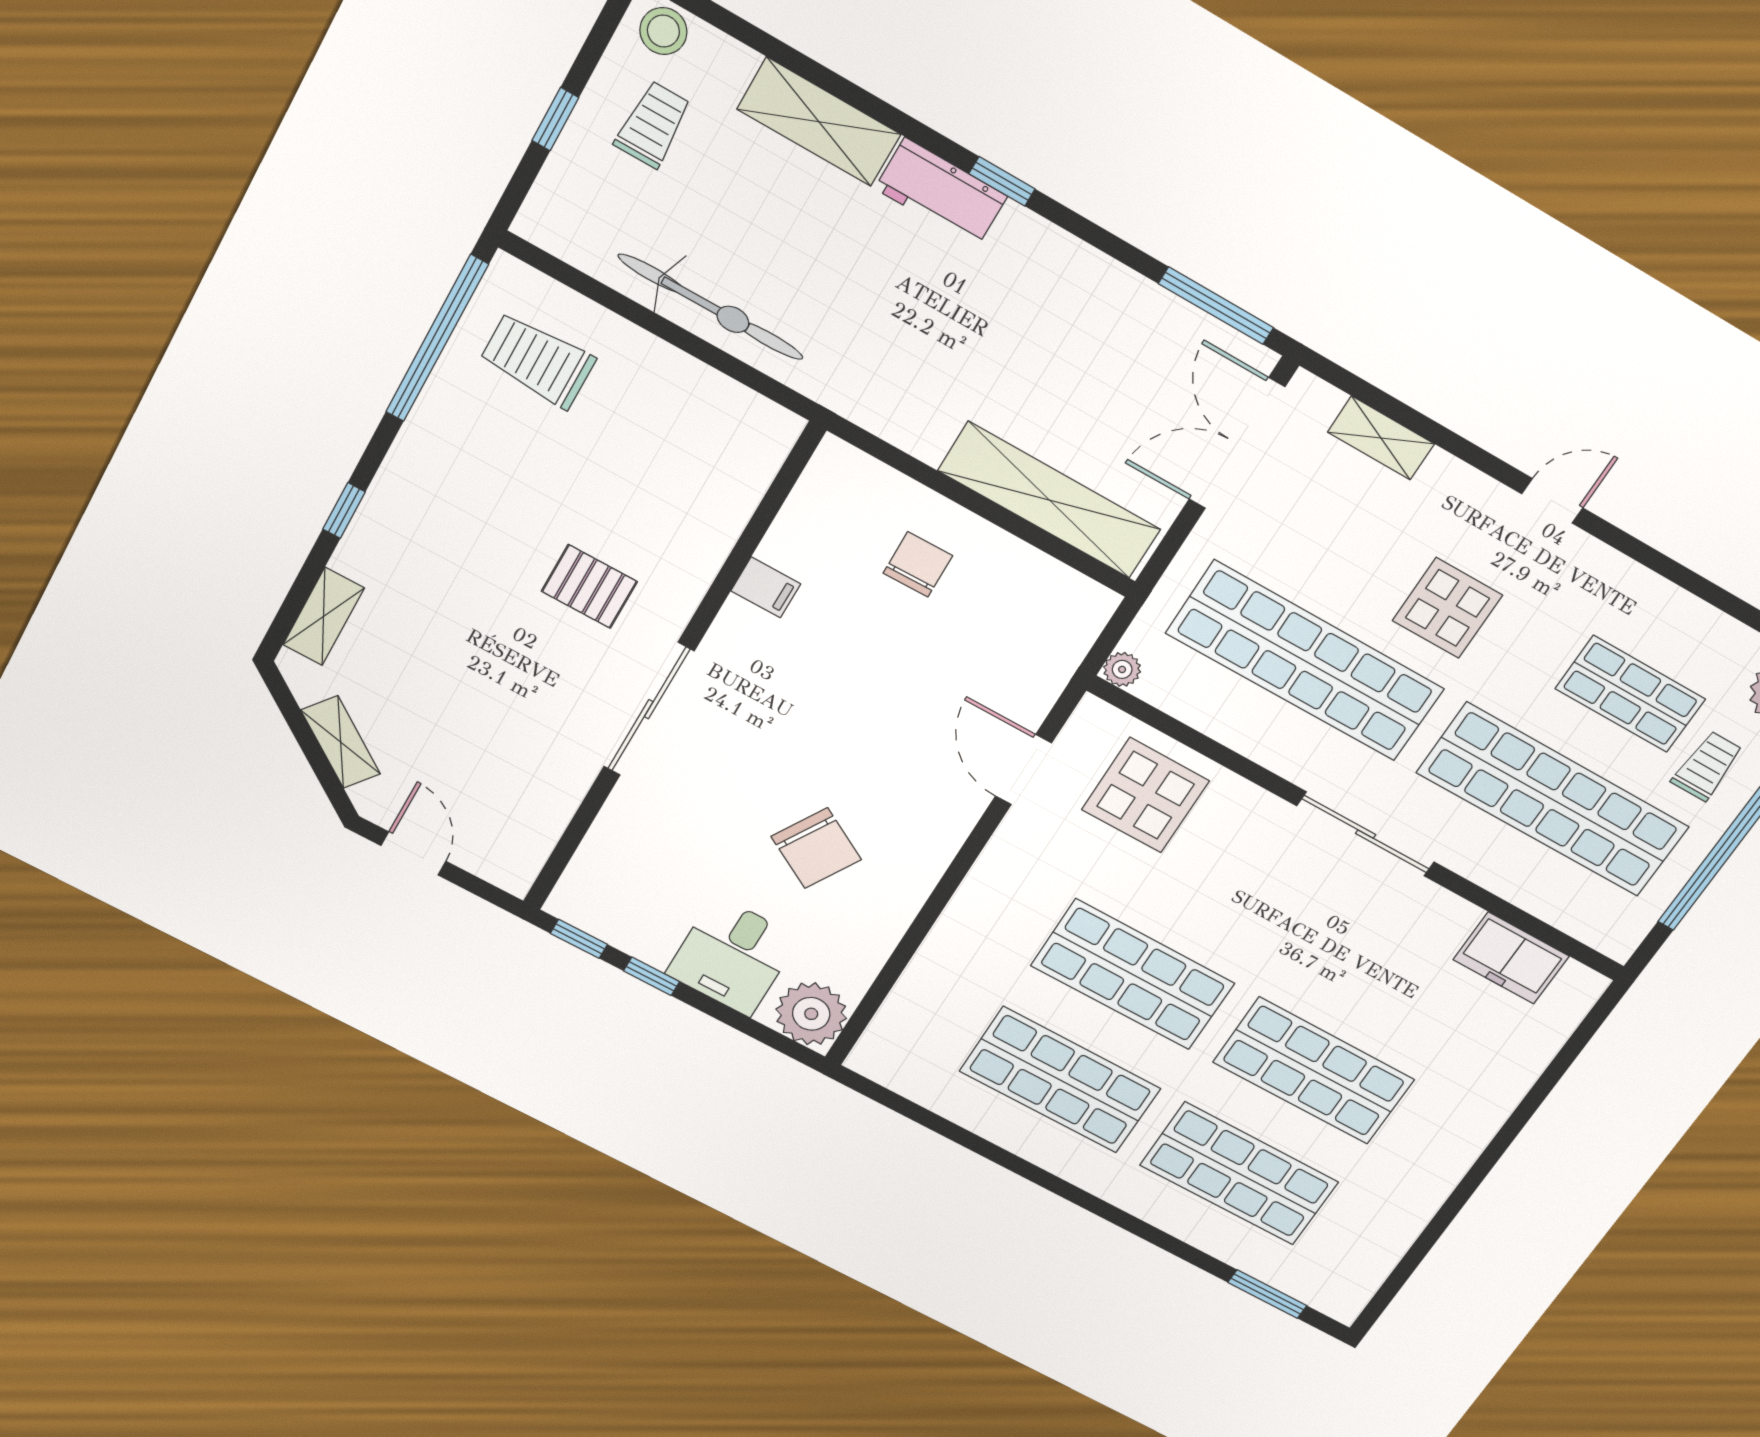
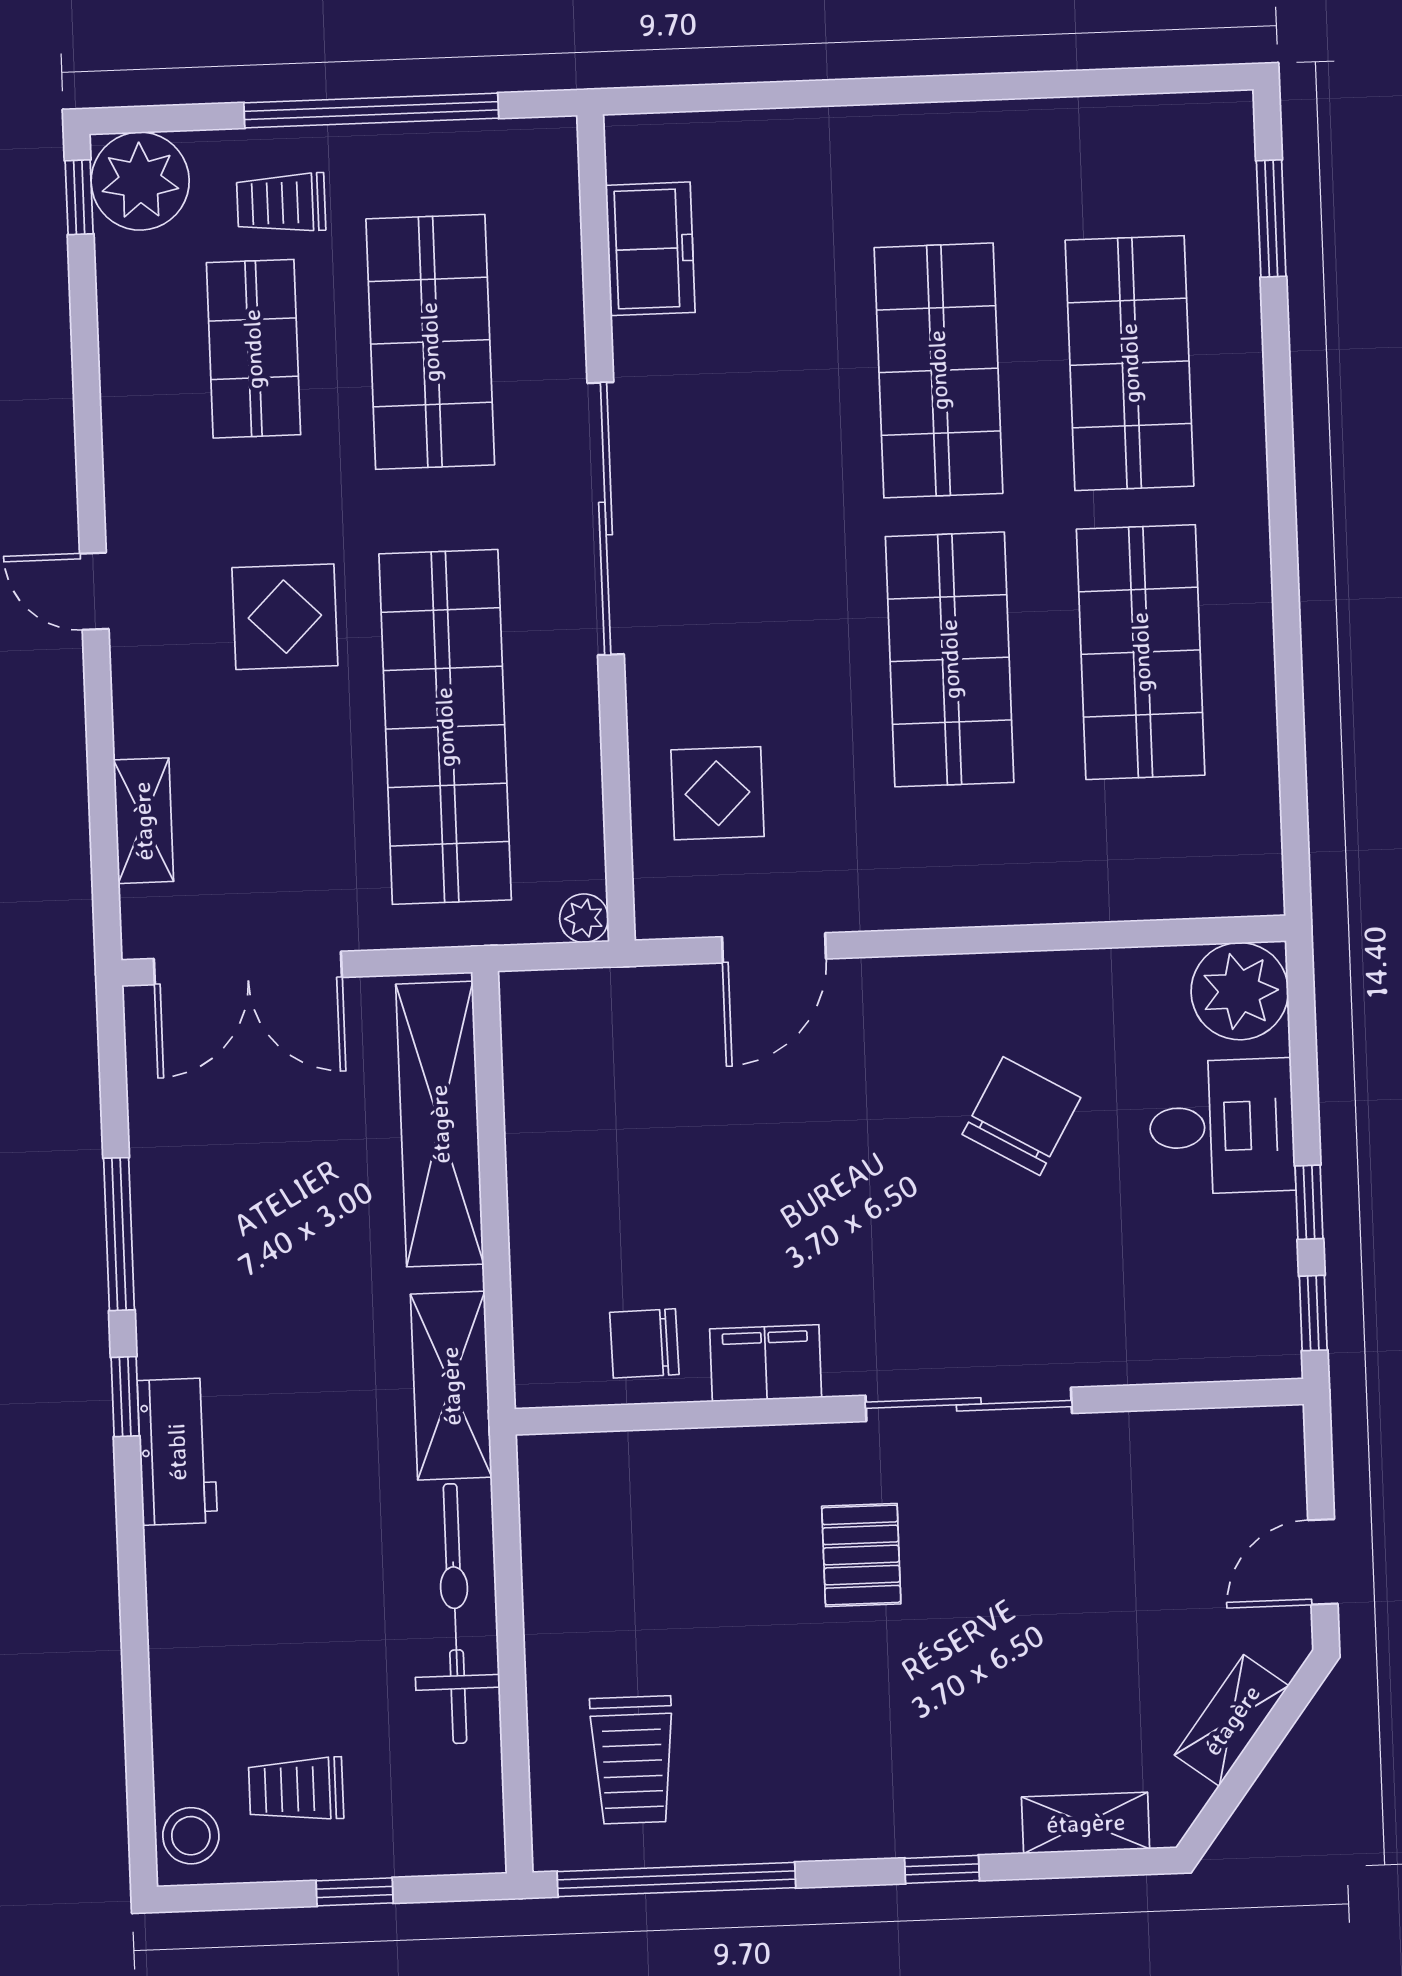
shelving: (819, 122) -> (451, 1386), moved
window: (1216, 306) -> (119, 1234), moved
chair: (918, 564) -> (644, 1343), moved
filing cabinet: (766, 587) -> (766, 1363), width x2.00
display table: (1145, 795) -> (717, 793), width x0.73, depth x0.73
shop shelf: (1553, 800) -> (430, 342), width x0.71
sliding door: (1366, 834) -> (606, 519), width x1.36

